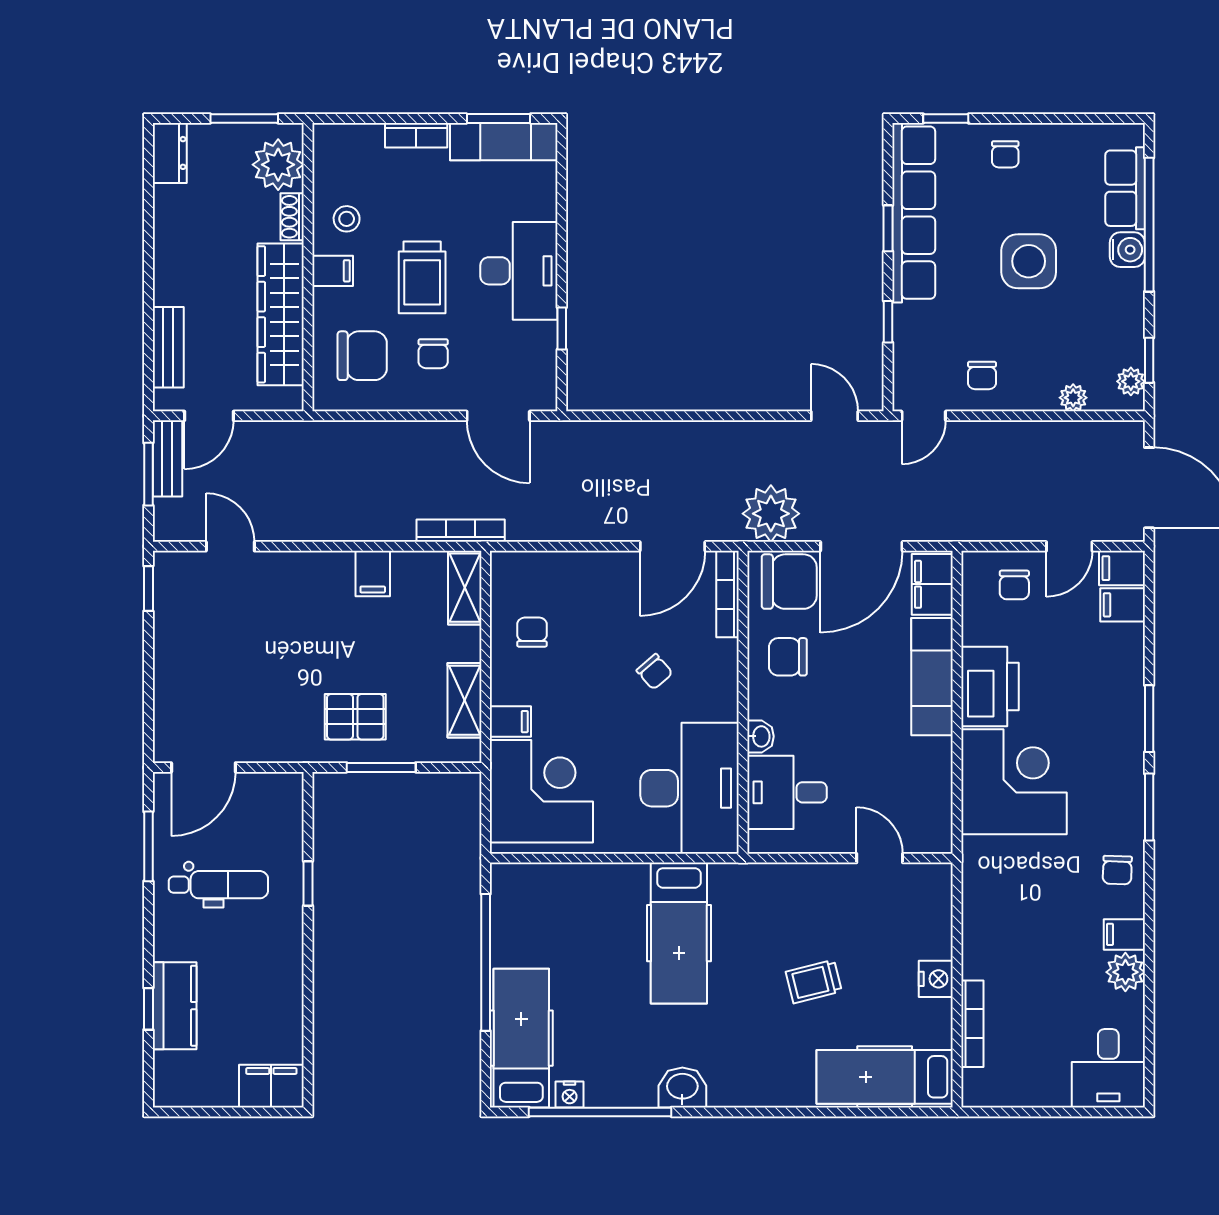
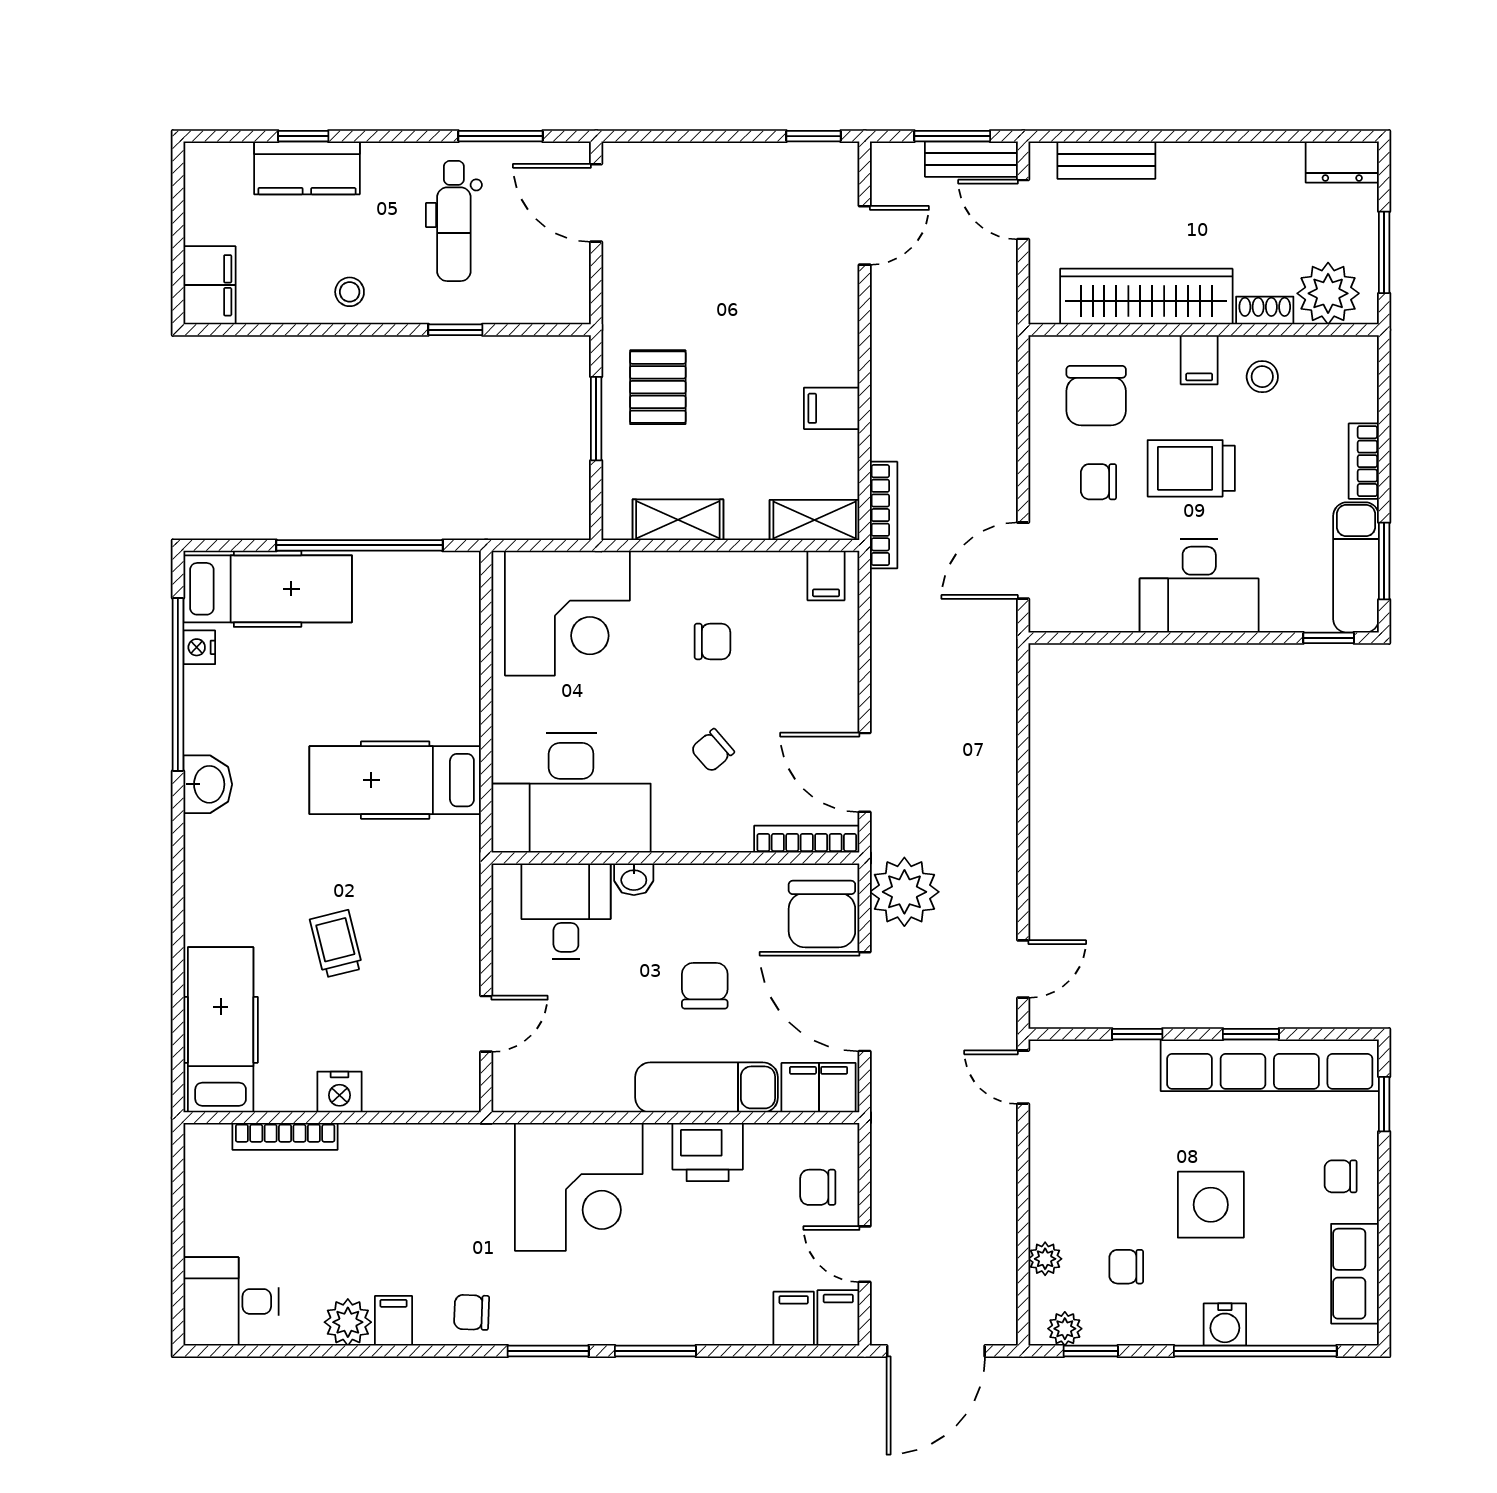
row of seats: (1125, 188) -> (1355, 1274), moved, turned -90
window: (562, 328) -> (1329, 638), moved
chair: (982, 375) -> (1126, 1267), moved
chair: (532, 632) -> (712, 641), moved
chair: (788, 657) -> (705, 986), moved
printer: (990, 686) -> (708, 1152), width x0.73, depth x0.84
filing cabinet: (510, 722) -> (826, 576), moved
stool: (277, 971) -> (350, 292), added

